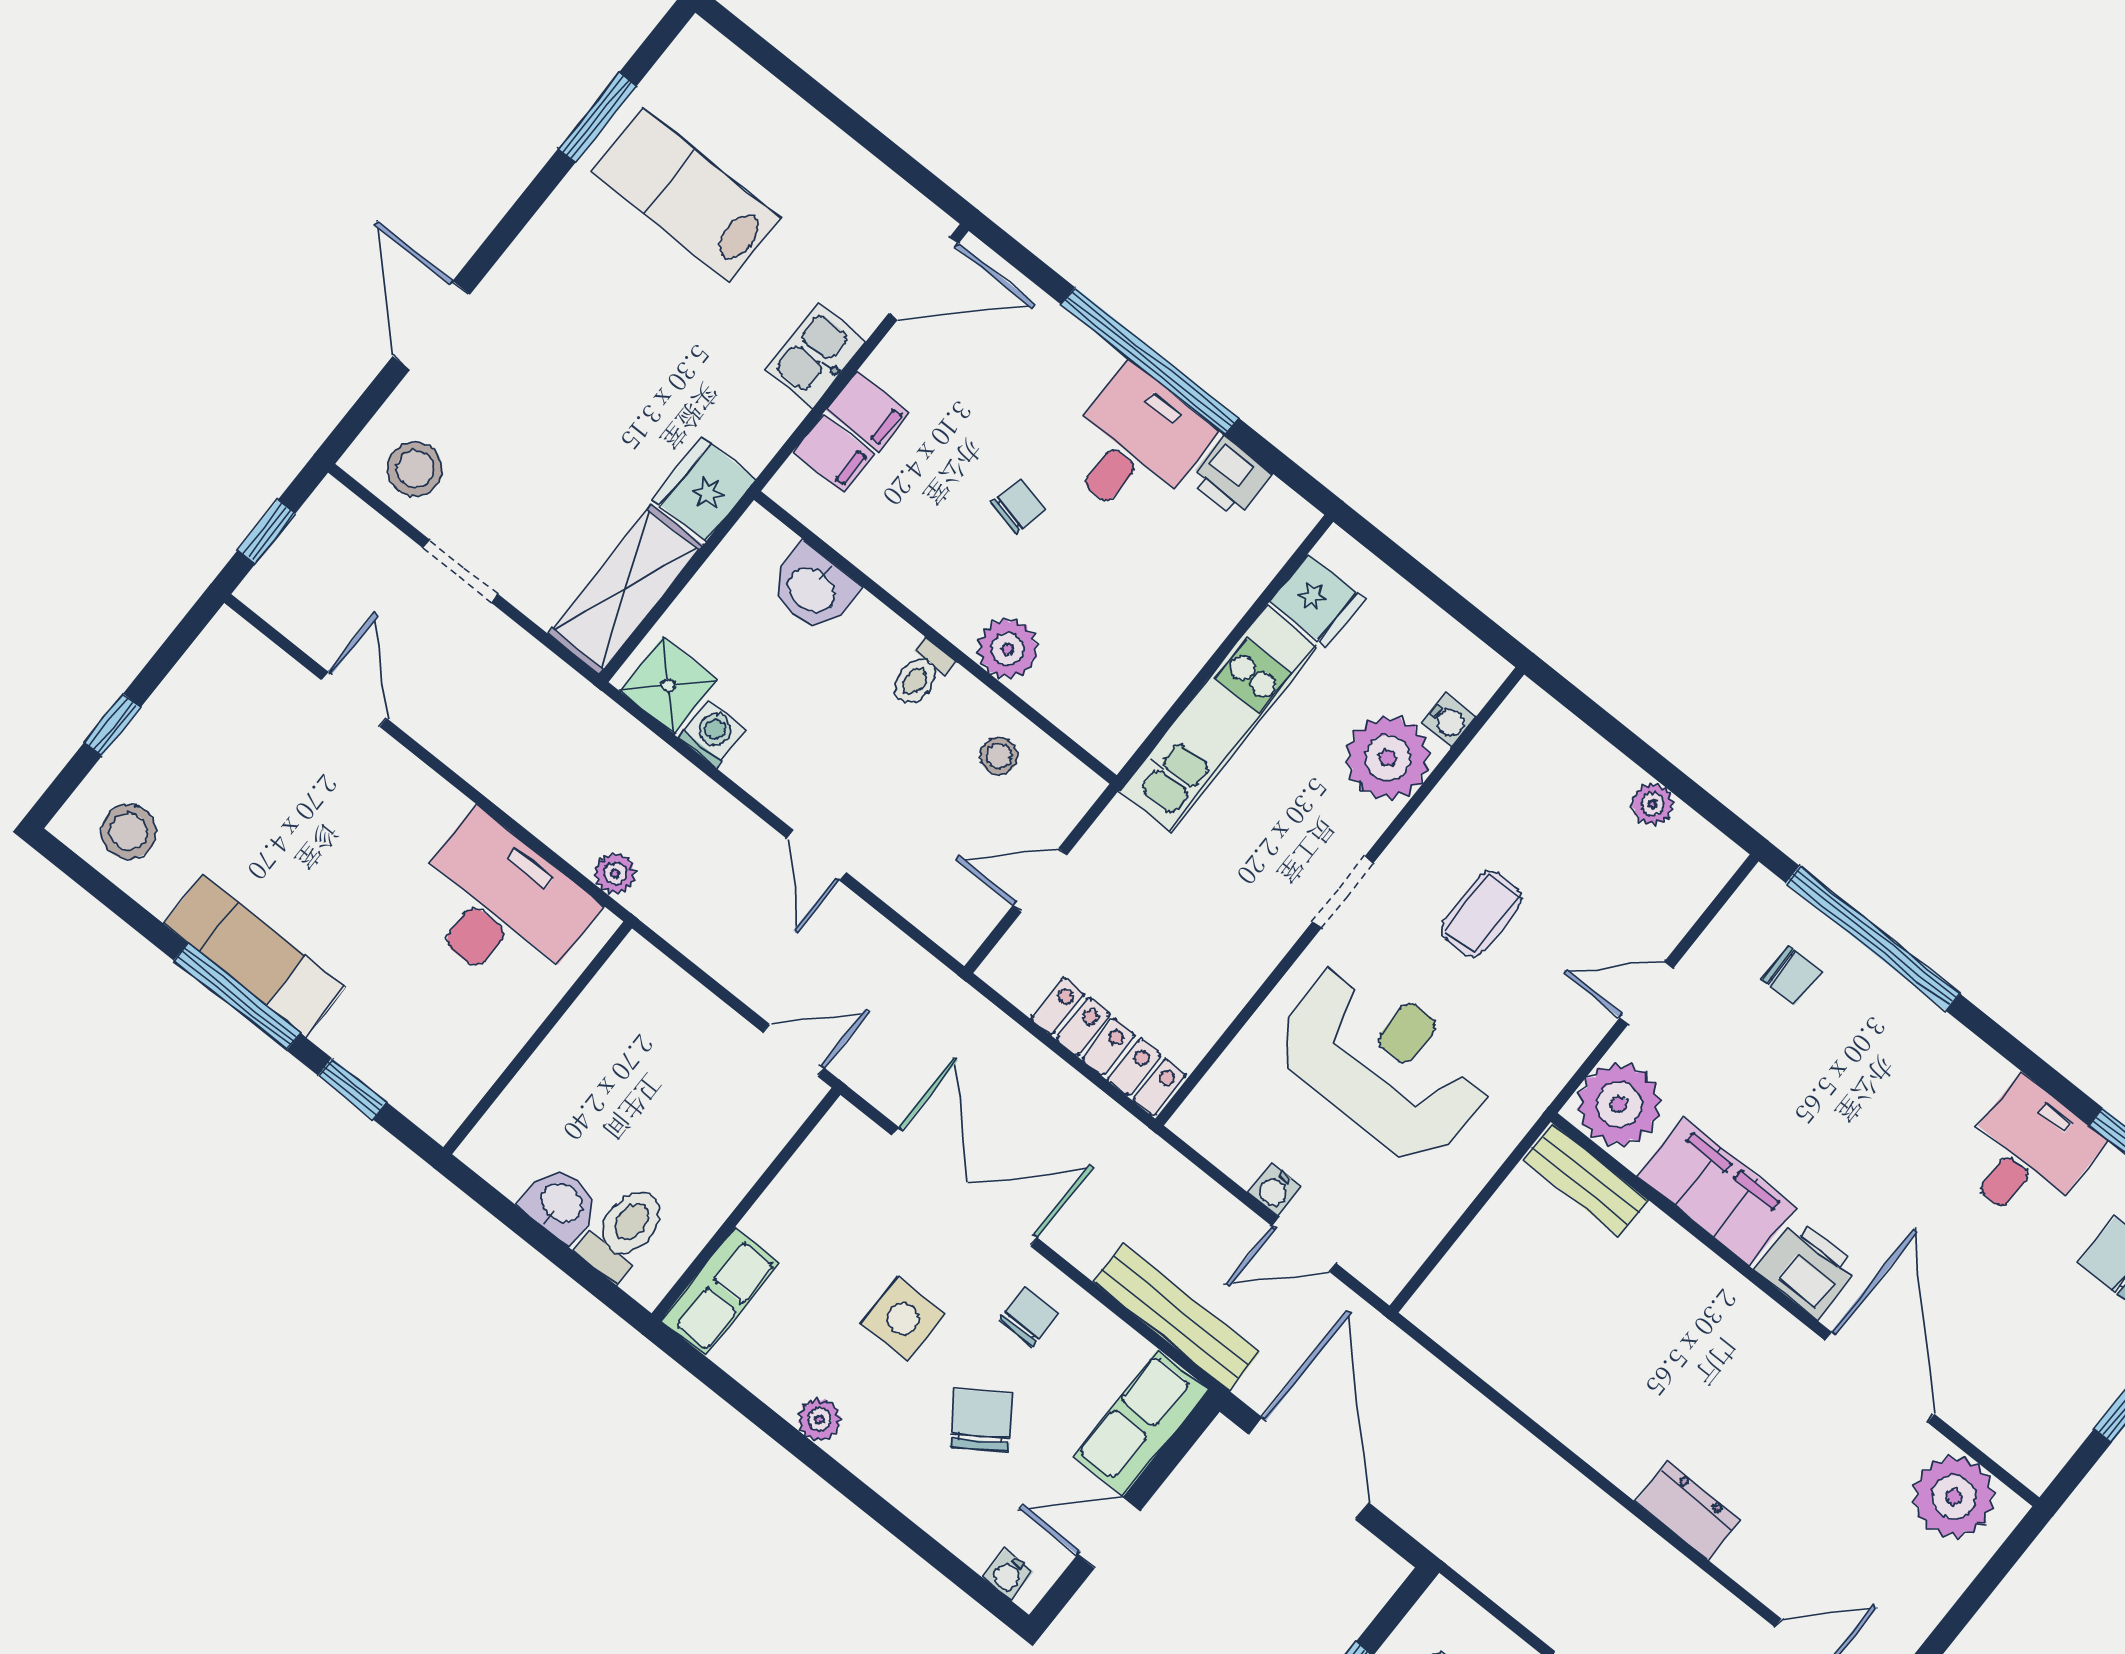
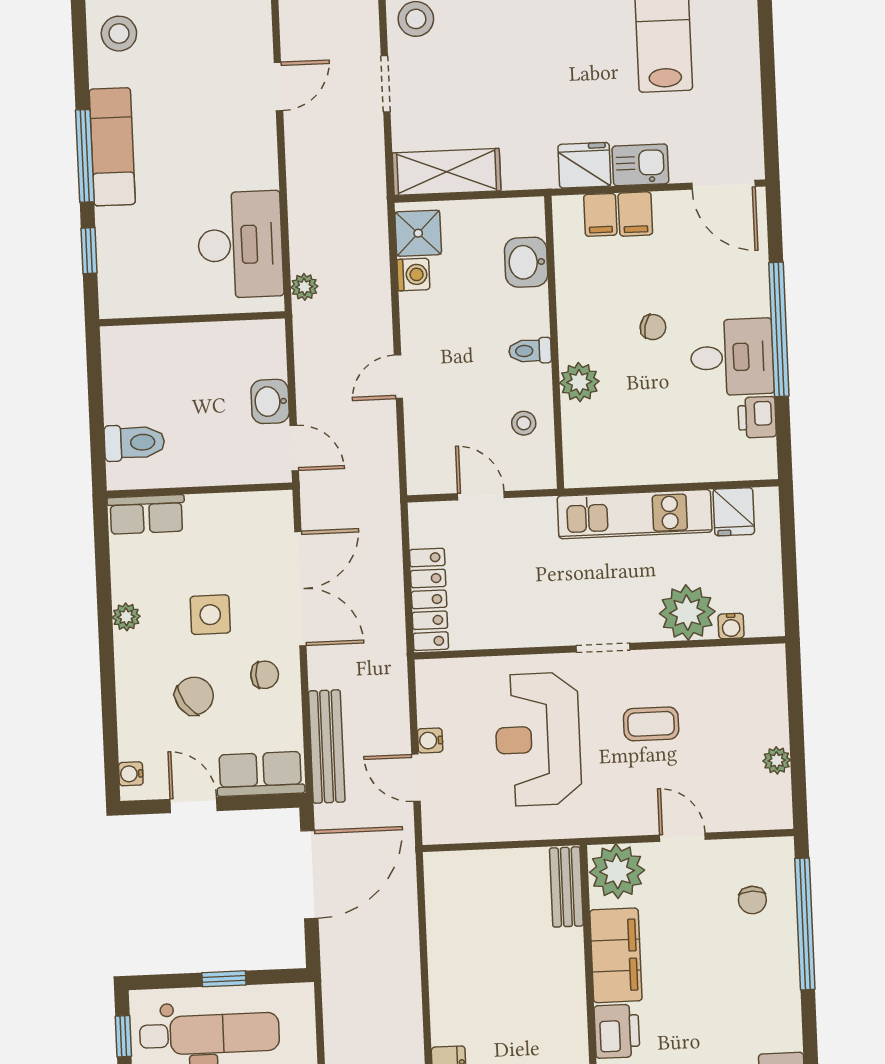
fridge: (704, 489) -> (584, 165), moved
reception desk: (1384, 1062) -> (538, 739), turned 180
washbasin: (561, 1204) -> (270, 401), moved, turned 180

